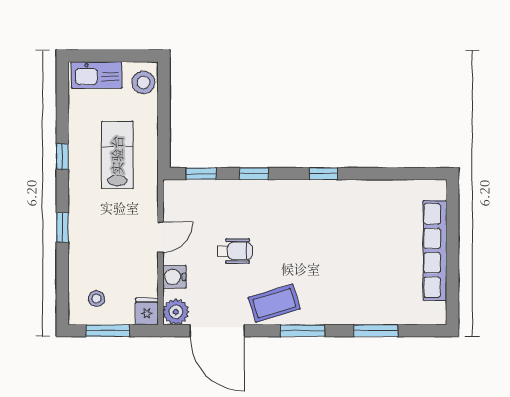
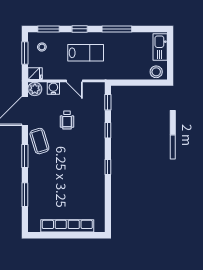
lab bench: (117, 155) -> (86, 53), moved
window: (62, 157) -> (117, 29), width x2.17
window: (62, 286) -> (49, 29), added

